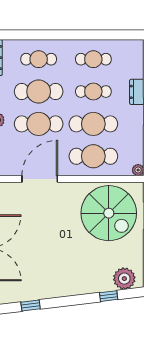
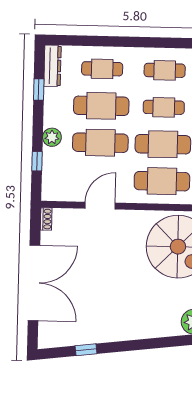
door: (40, 179) -> (100, 206), width x0.73
window: (109, 296) -> (175, 341), removed

